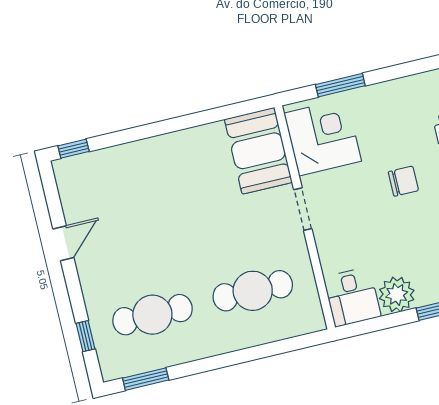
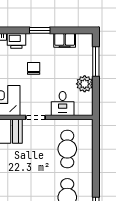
desk: (352, 297) -> (63, 103), moved, turned 90

